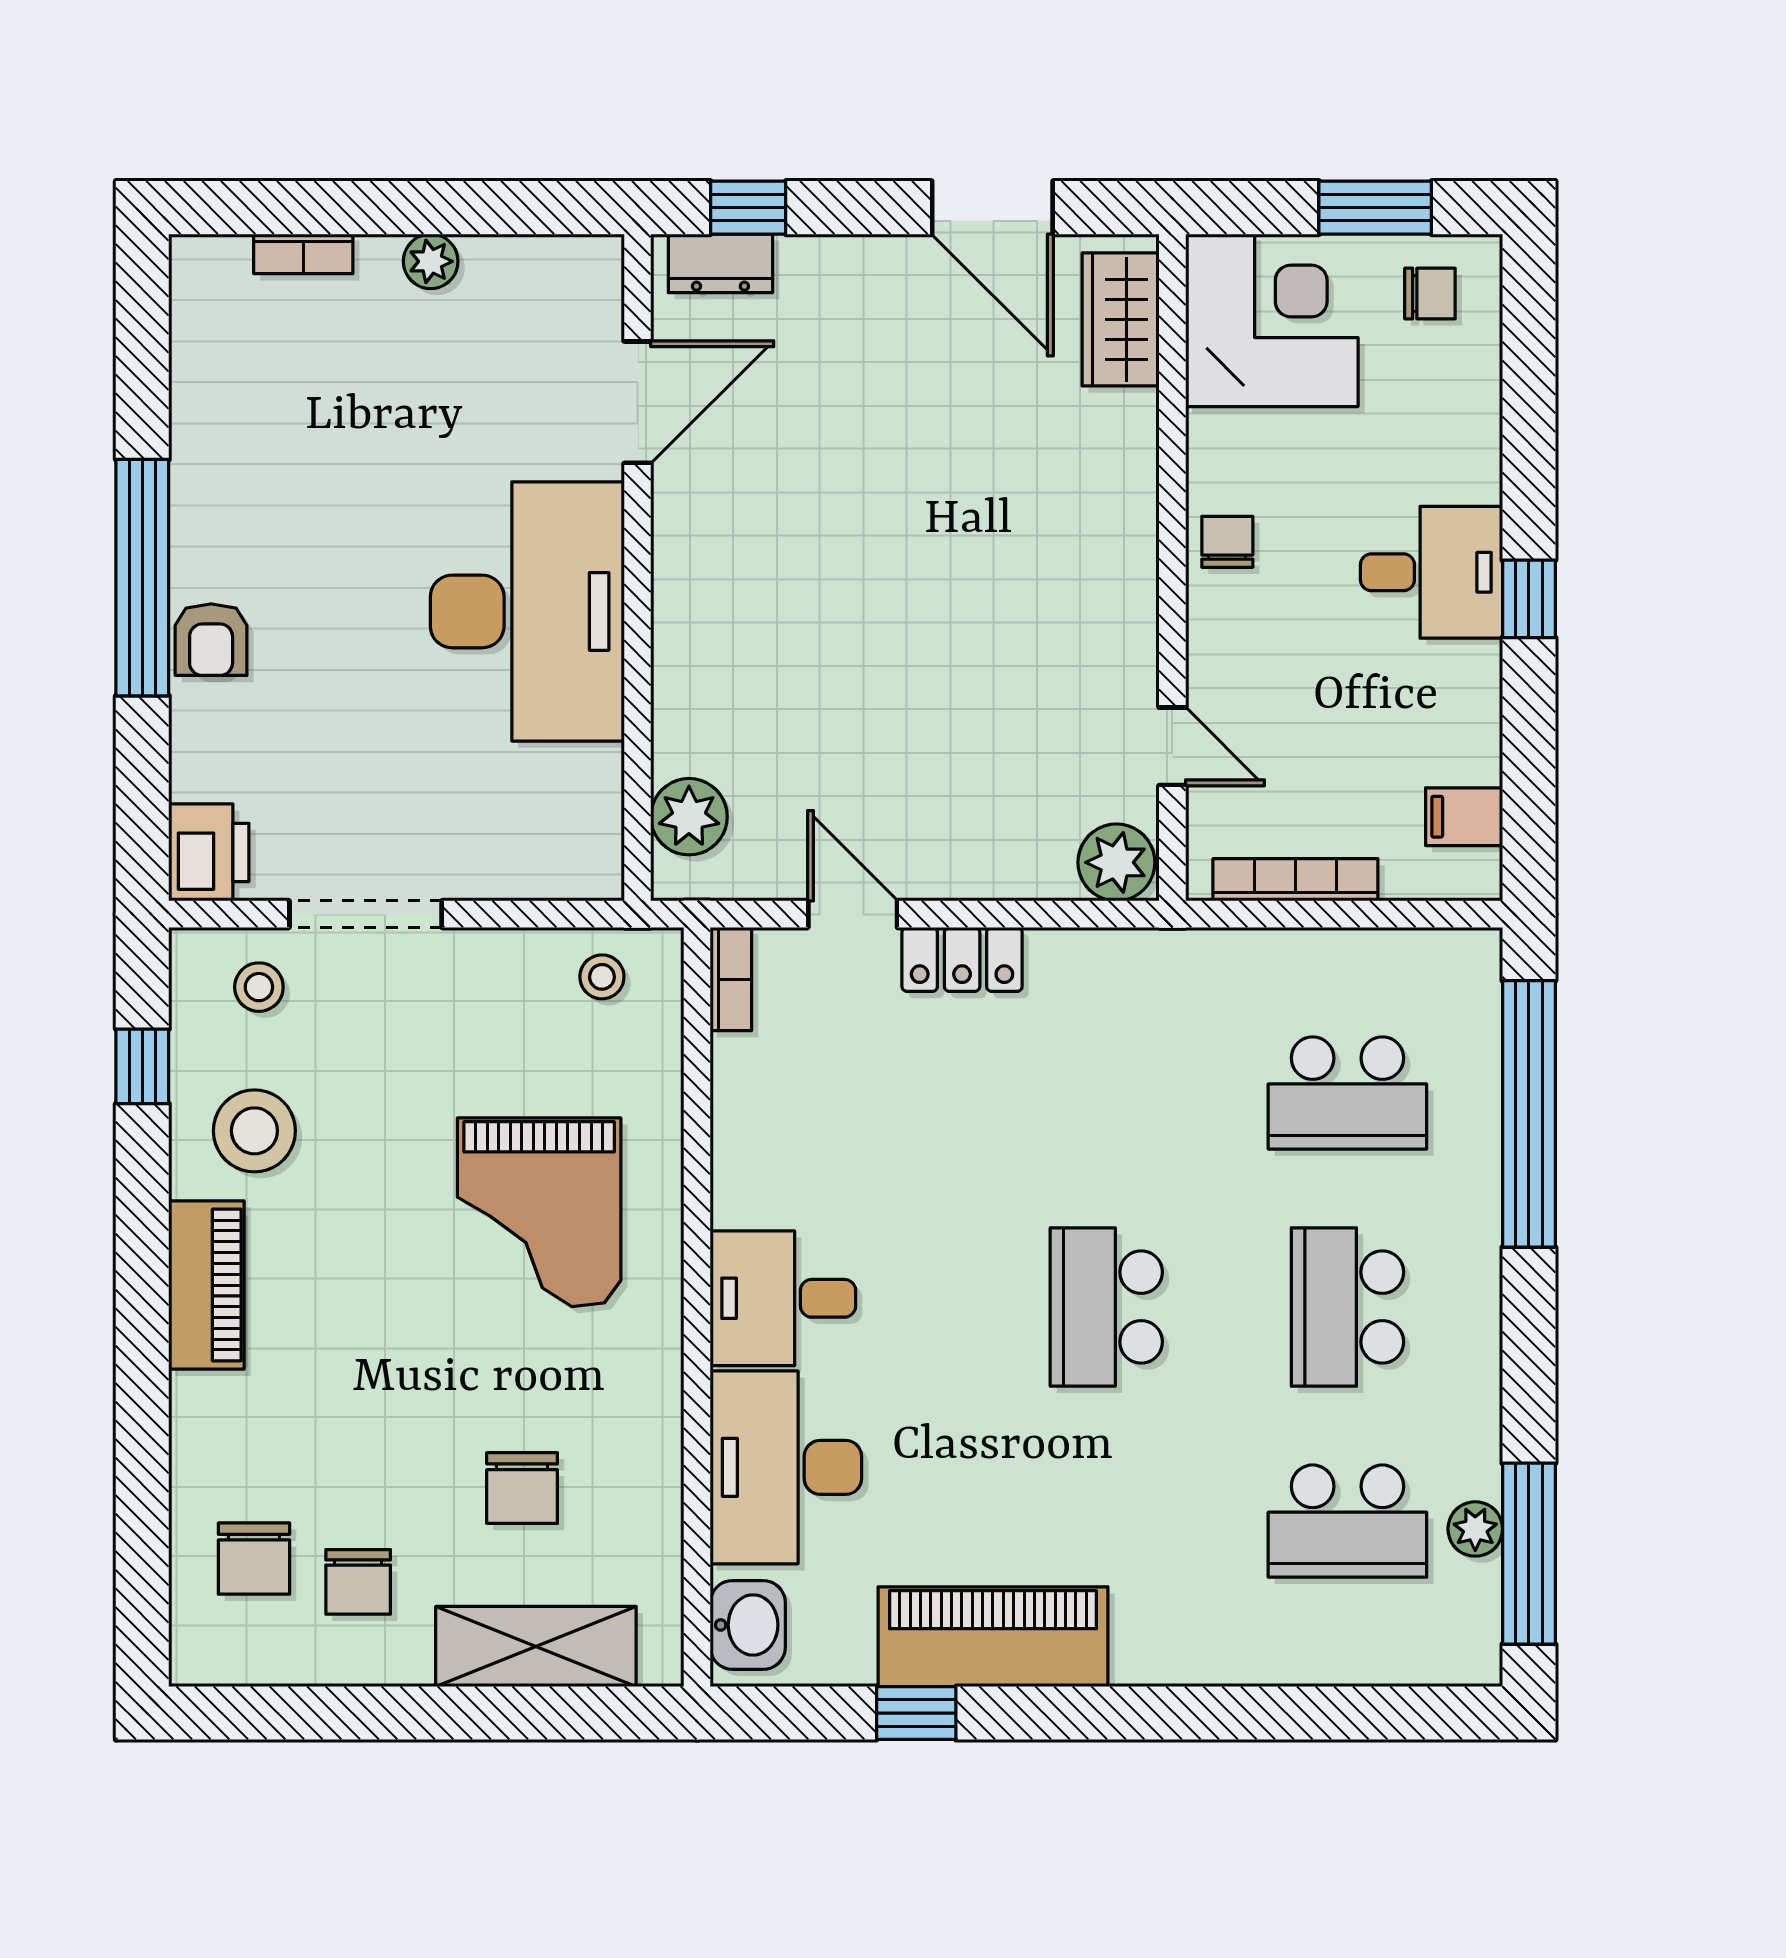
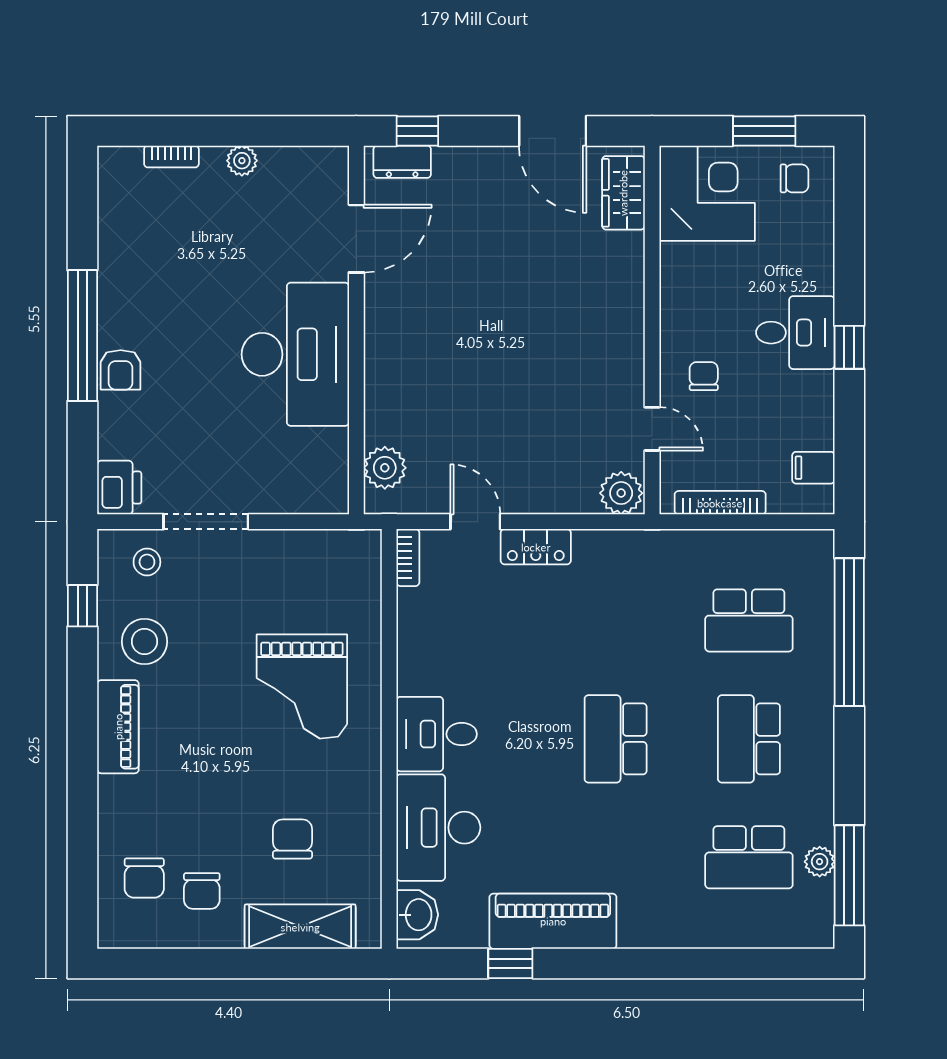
chair: (1227, 542) -> (704, 376), moved
stool: (602, 977) -> (337, 556), removed
chair: (522, 1488) -> (292, 839), turned 180

